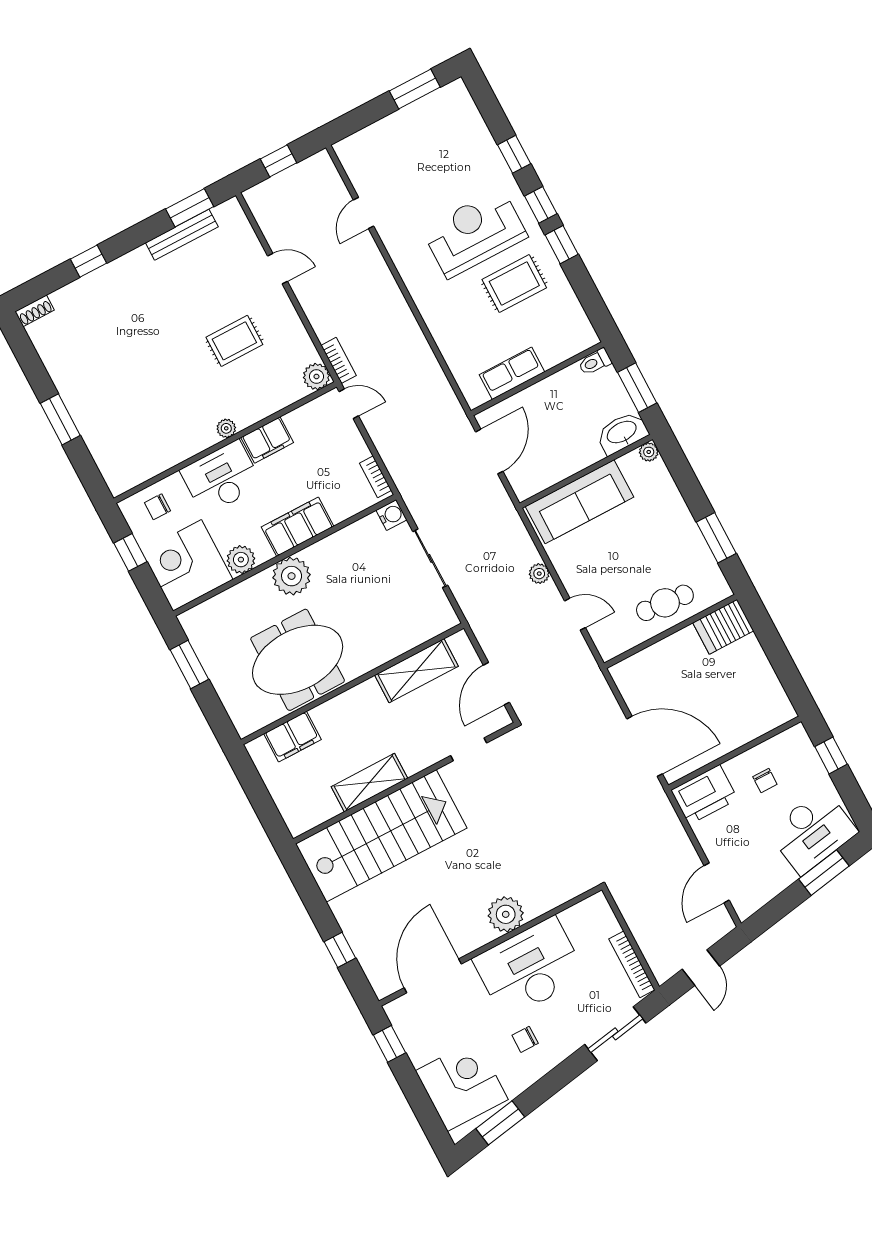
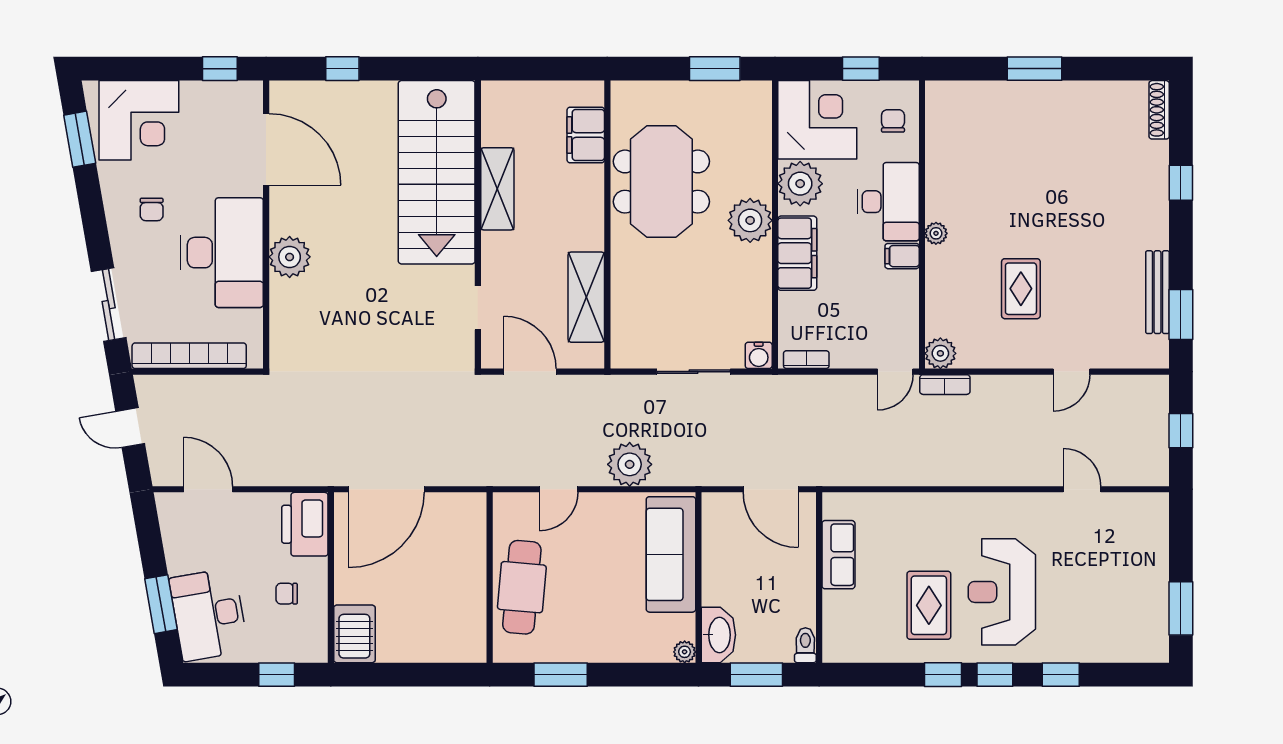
reception desk: (475, 233) -> (1002, 592), turned 180
shoe rack: (35, 311) -> (1159, 110), width x1.43
filing cabinet: (267, 440) -> (902, 256), width x0.50
plant: (241, 560) -> (800, 184), width x1.36, depth x1.36
plant: (539, 574) -> (630, 464), width x1.88, depth x1.88
cafe table: (665, 603) -> (522, 587), width x1.37, depth x1.35
server rack: (723, 627) -> (354, 634), moved
bookcase: (632, 964) -> (189, 356), width x1.48, depth x1.31
chair: (525, 1039) -> (152, 209), turned 180

